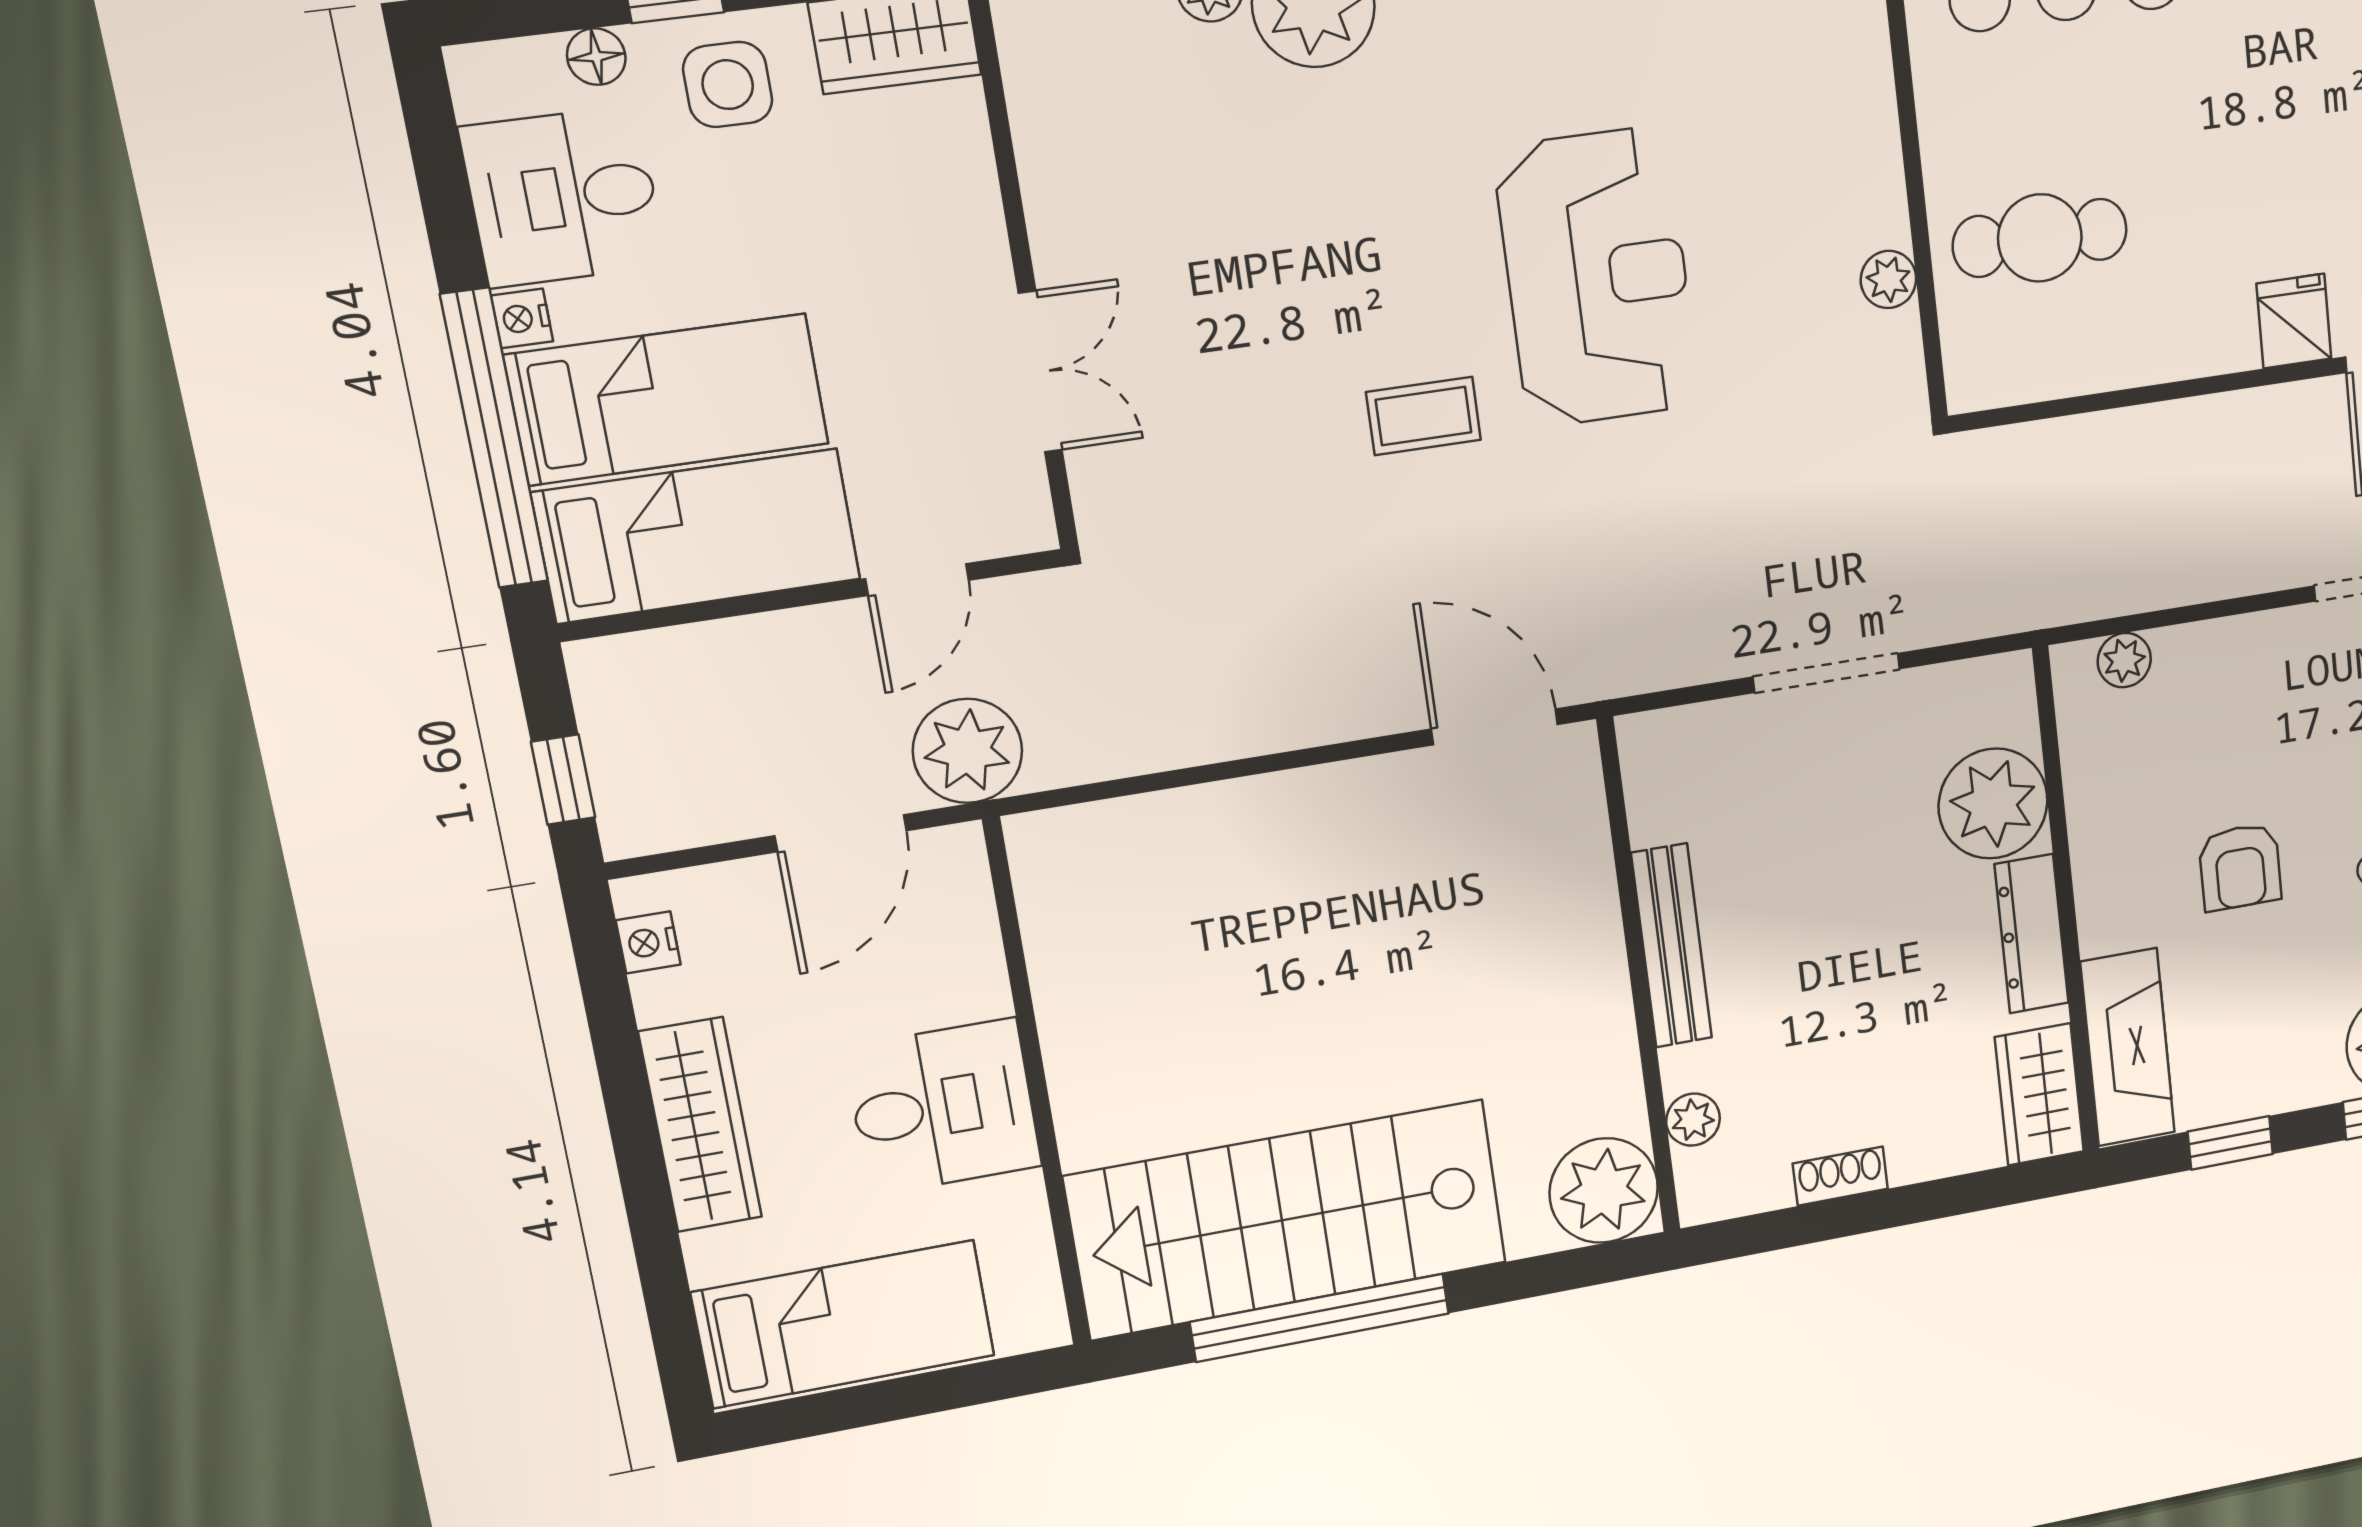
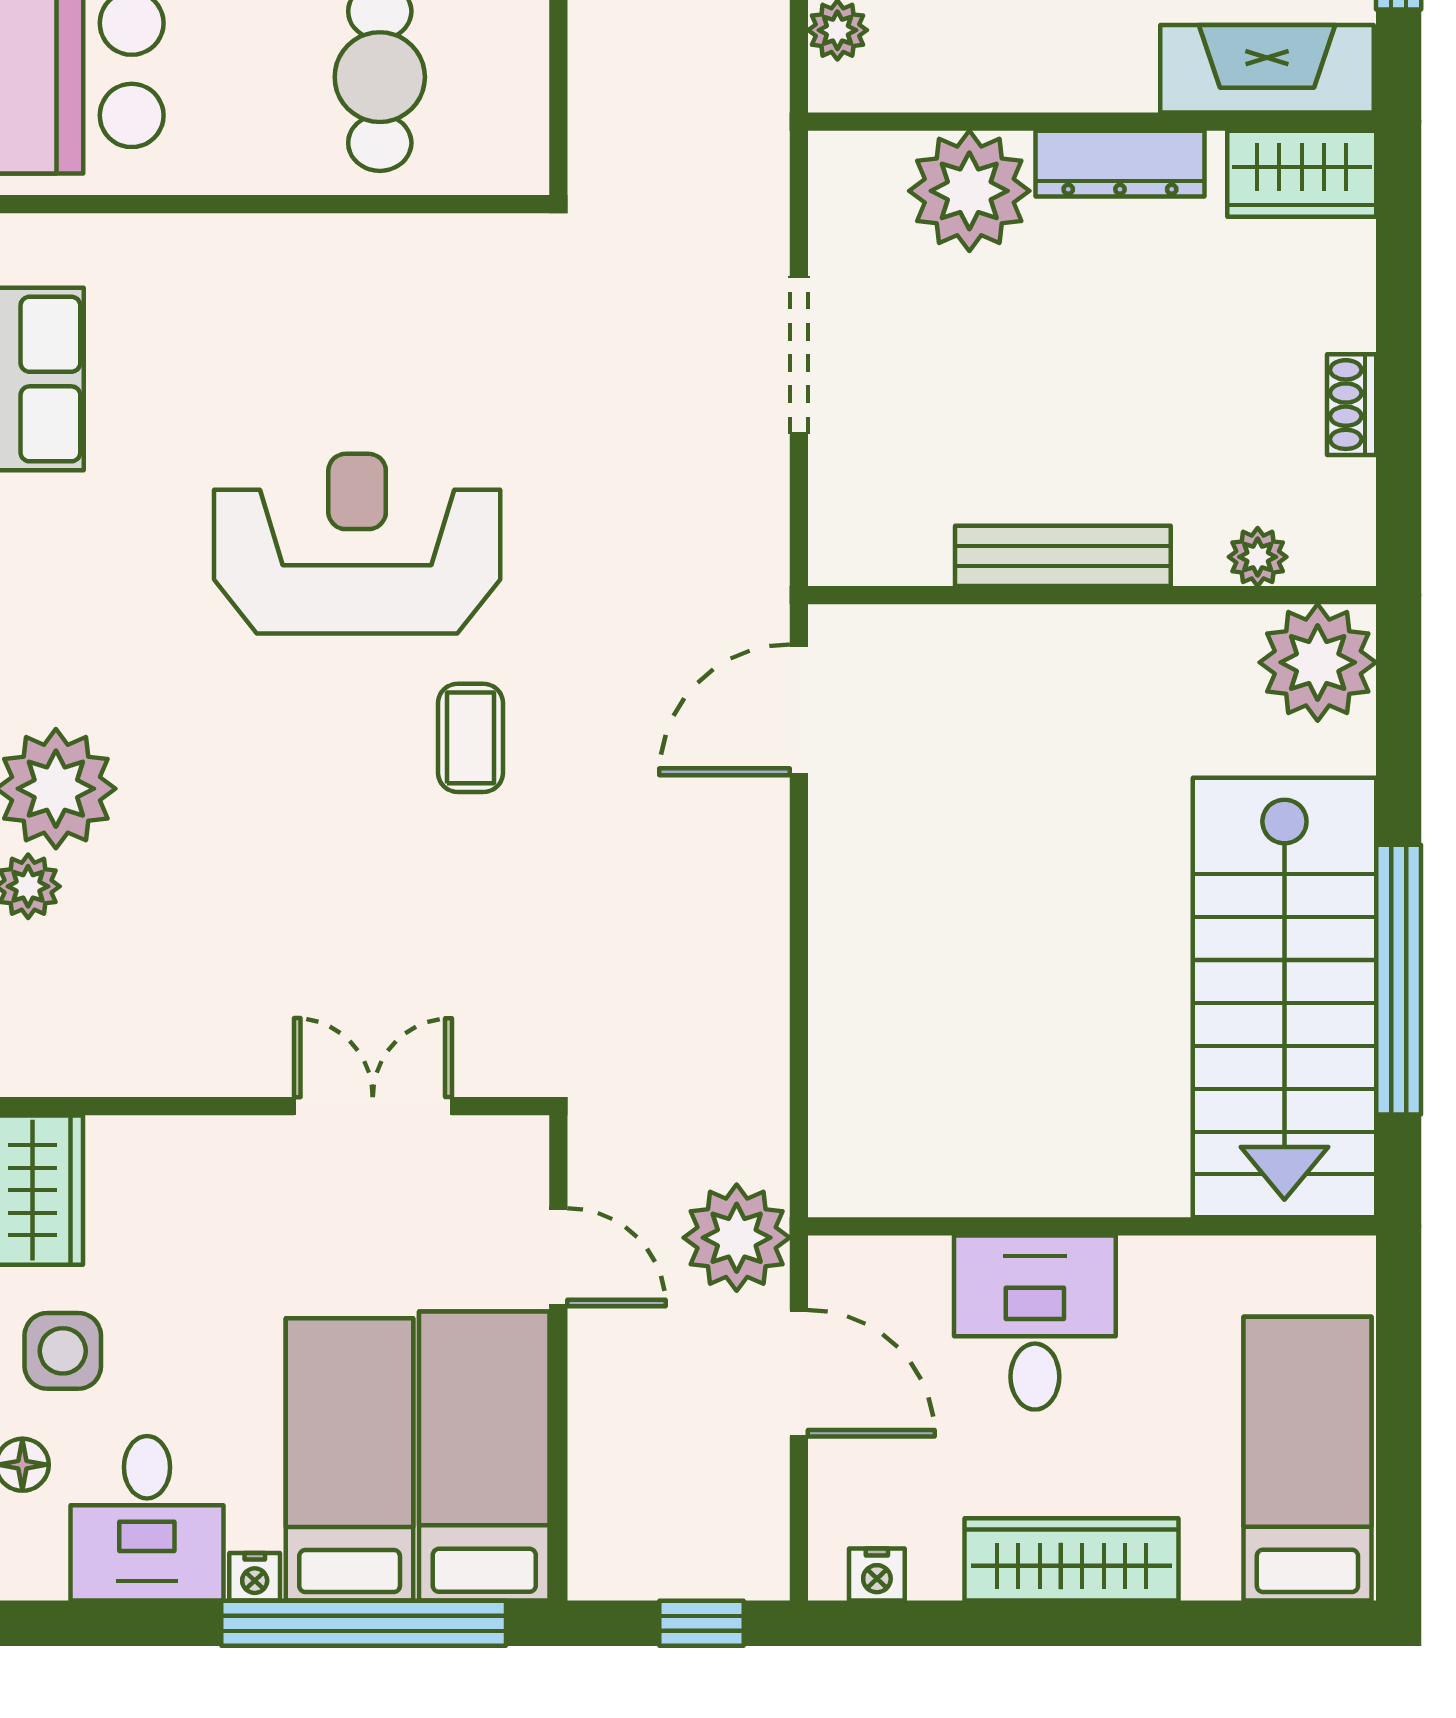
plant: (1888, 279) -> (400, 243), removed
desk: (943, 1107) -> (1035, 1323), moved

